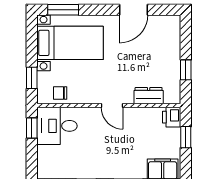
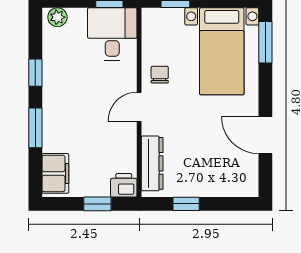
chair: (60, 93) -> (160, 75), moved
dresser: (149, 96) -> (152, 163), width x1.44
plant: (44, 167) -> (57, 17), added

